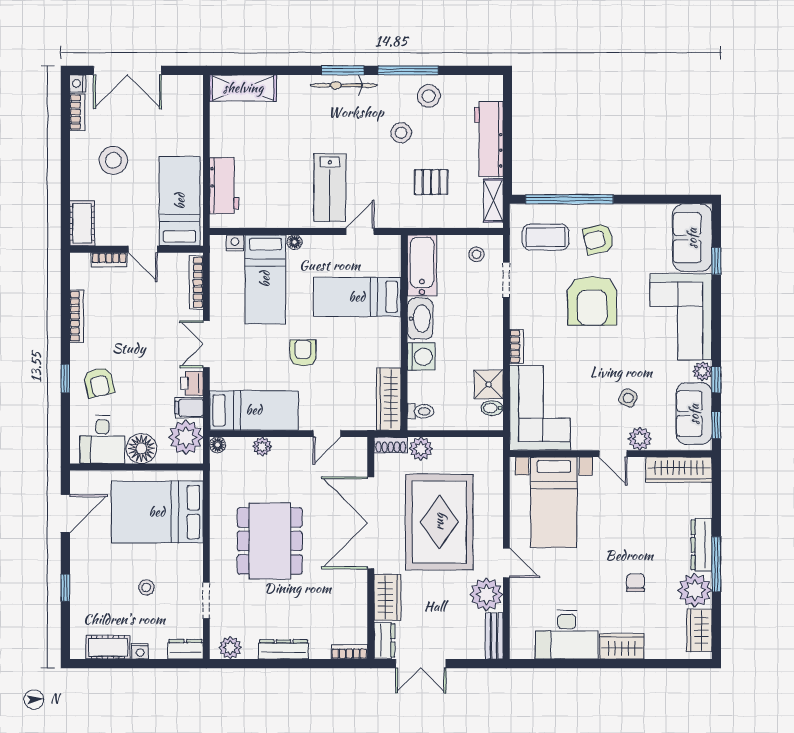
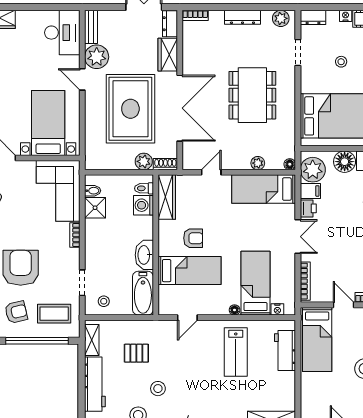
lab bench: (330, 187) -> (236, 352), moved, turned 180
armchair: (303, 353) -> (193, 238), moved, turned -90
washing machine: (421, 357) -> (143, 205), moved
desk: (567, 635) -> (62, 33), moved, turned 90

